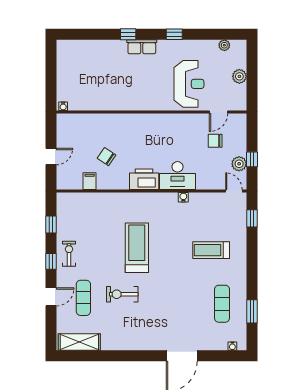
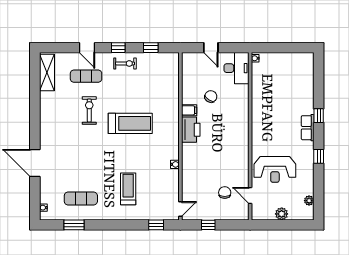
plant: (239, 164) -> (204, 214), removed
desk: (178, 176) -> (237, 68), moved, turned 180
filing cabinet: (90, 181) -> (189, 110), moved

